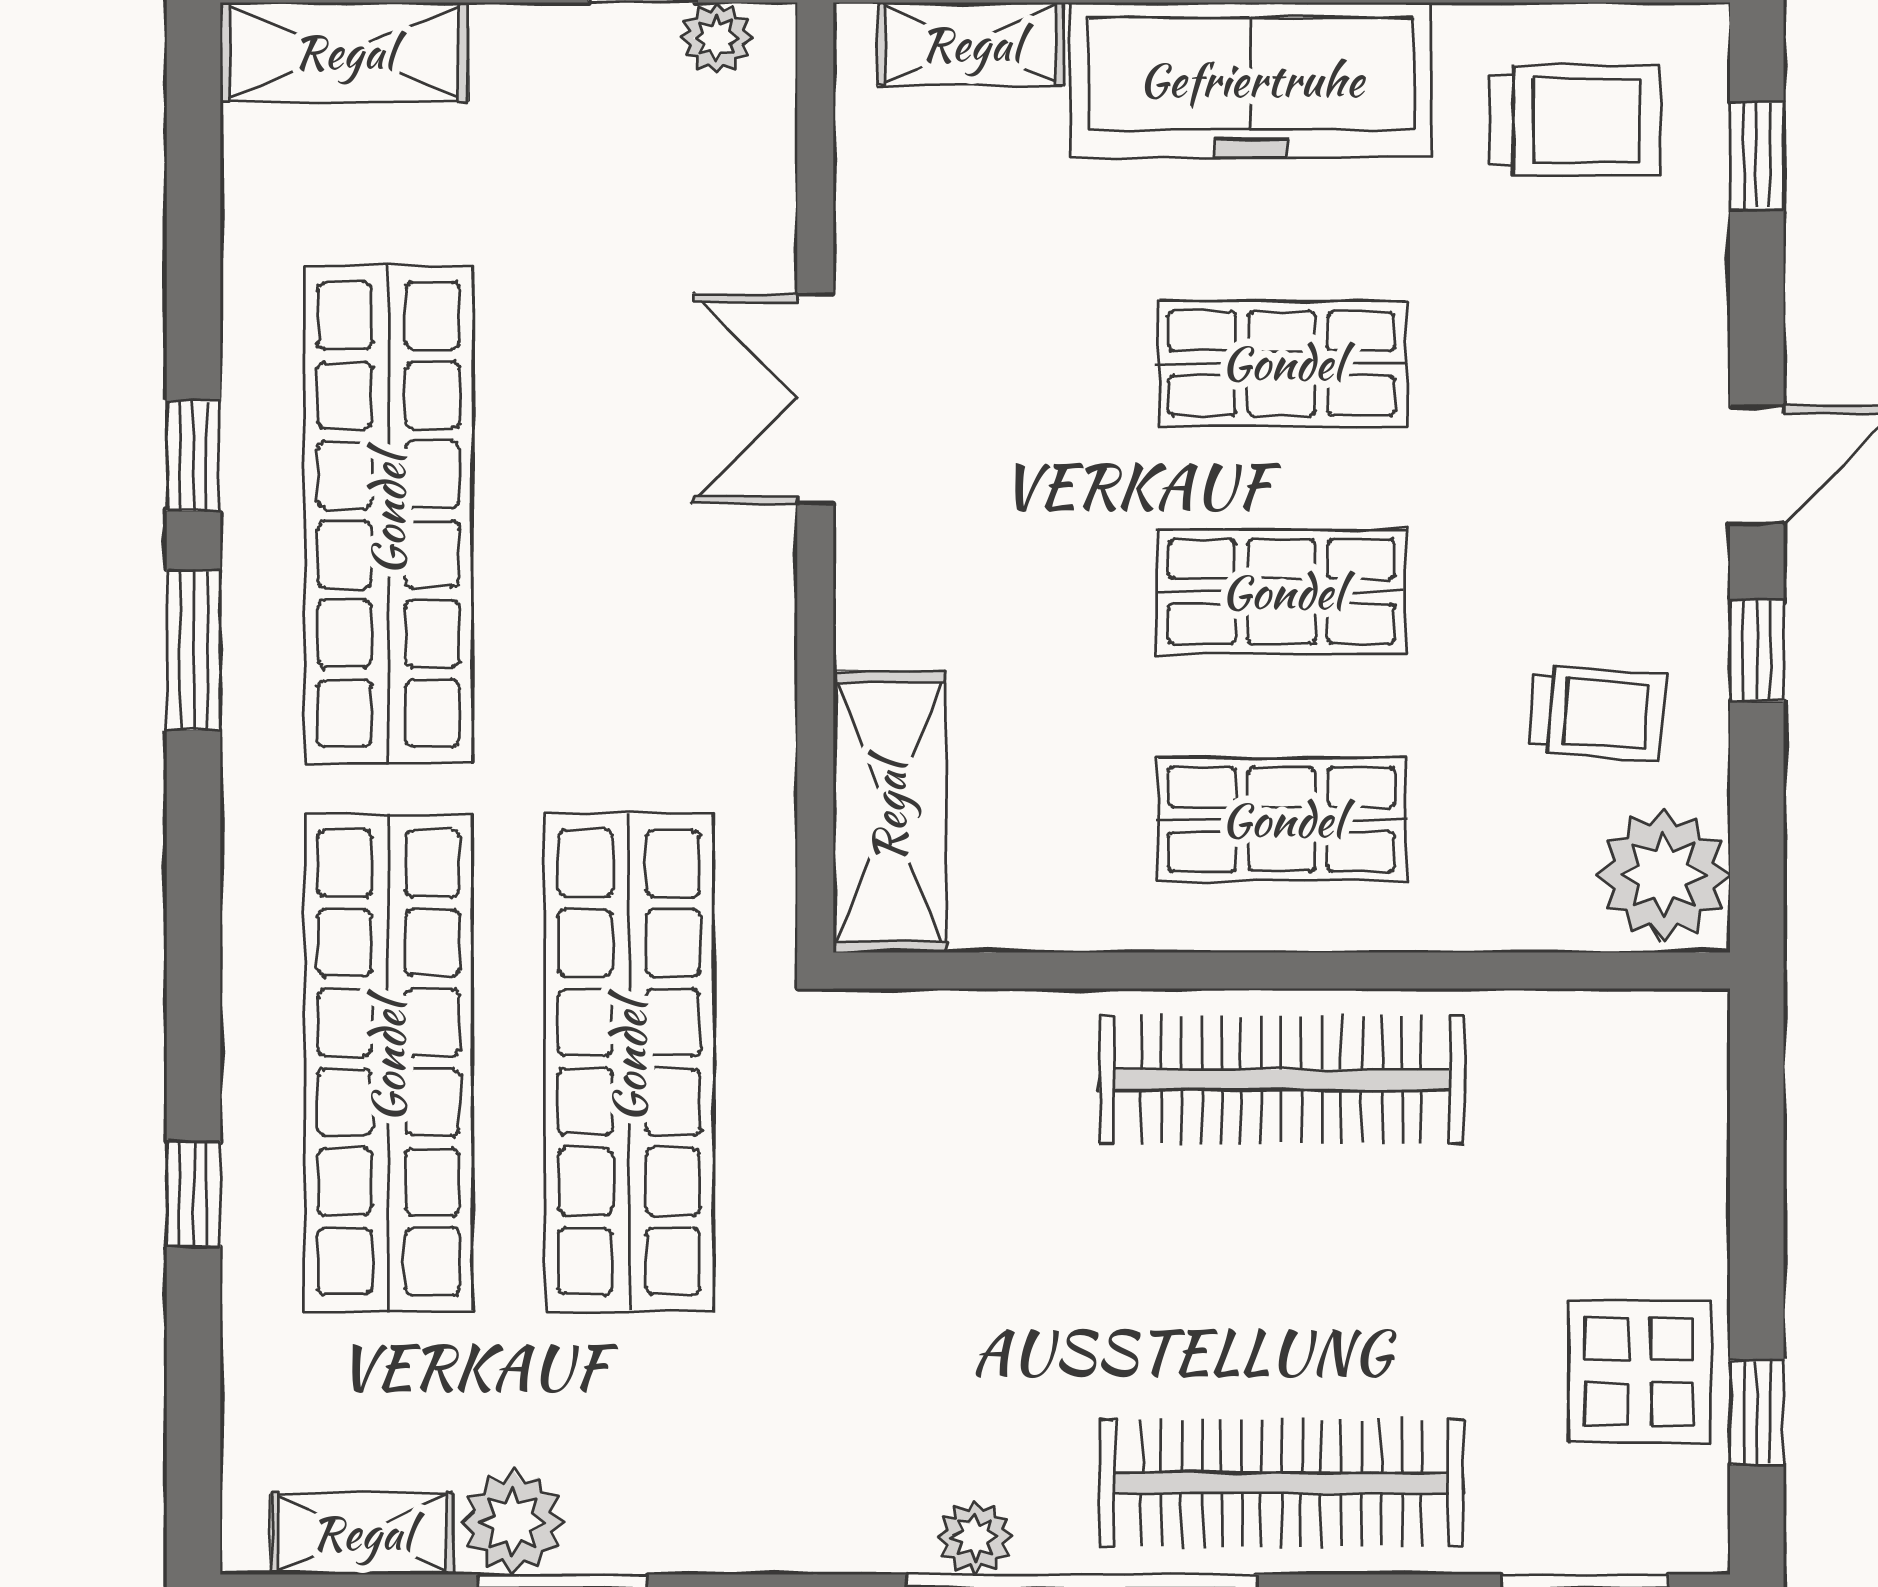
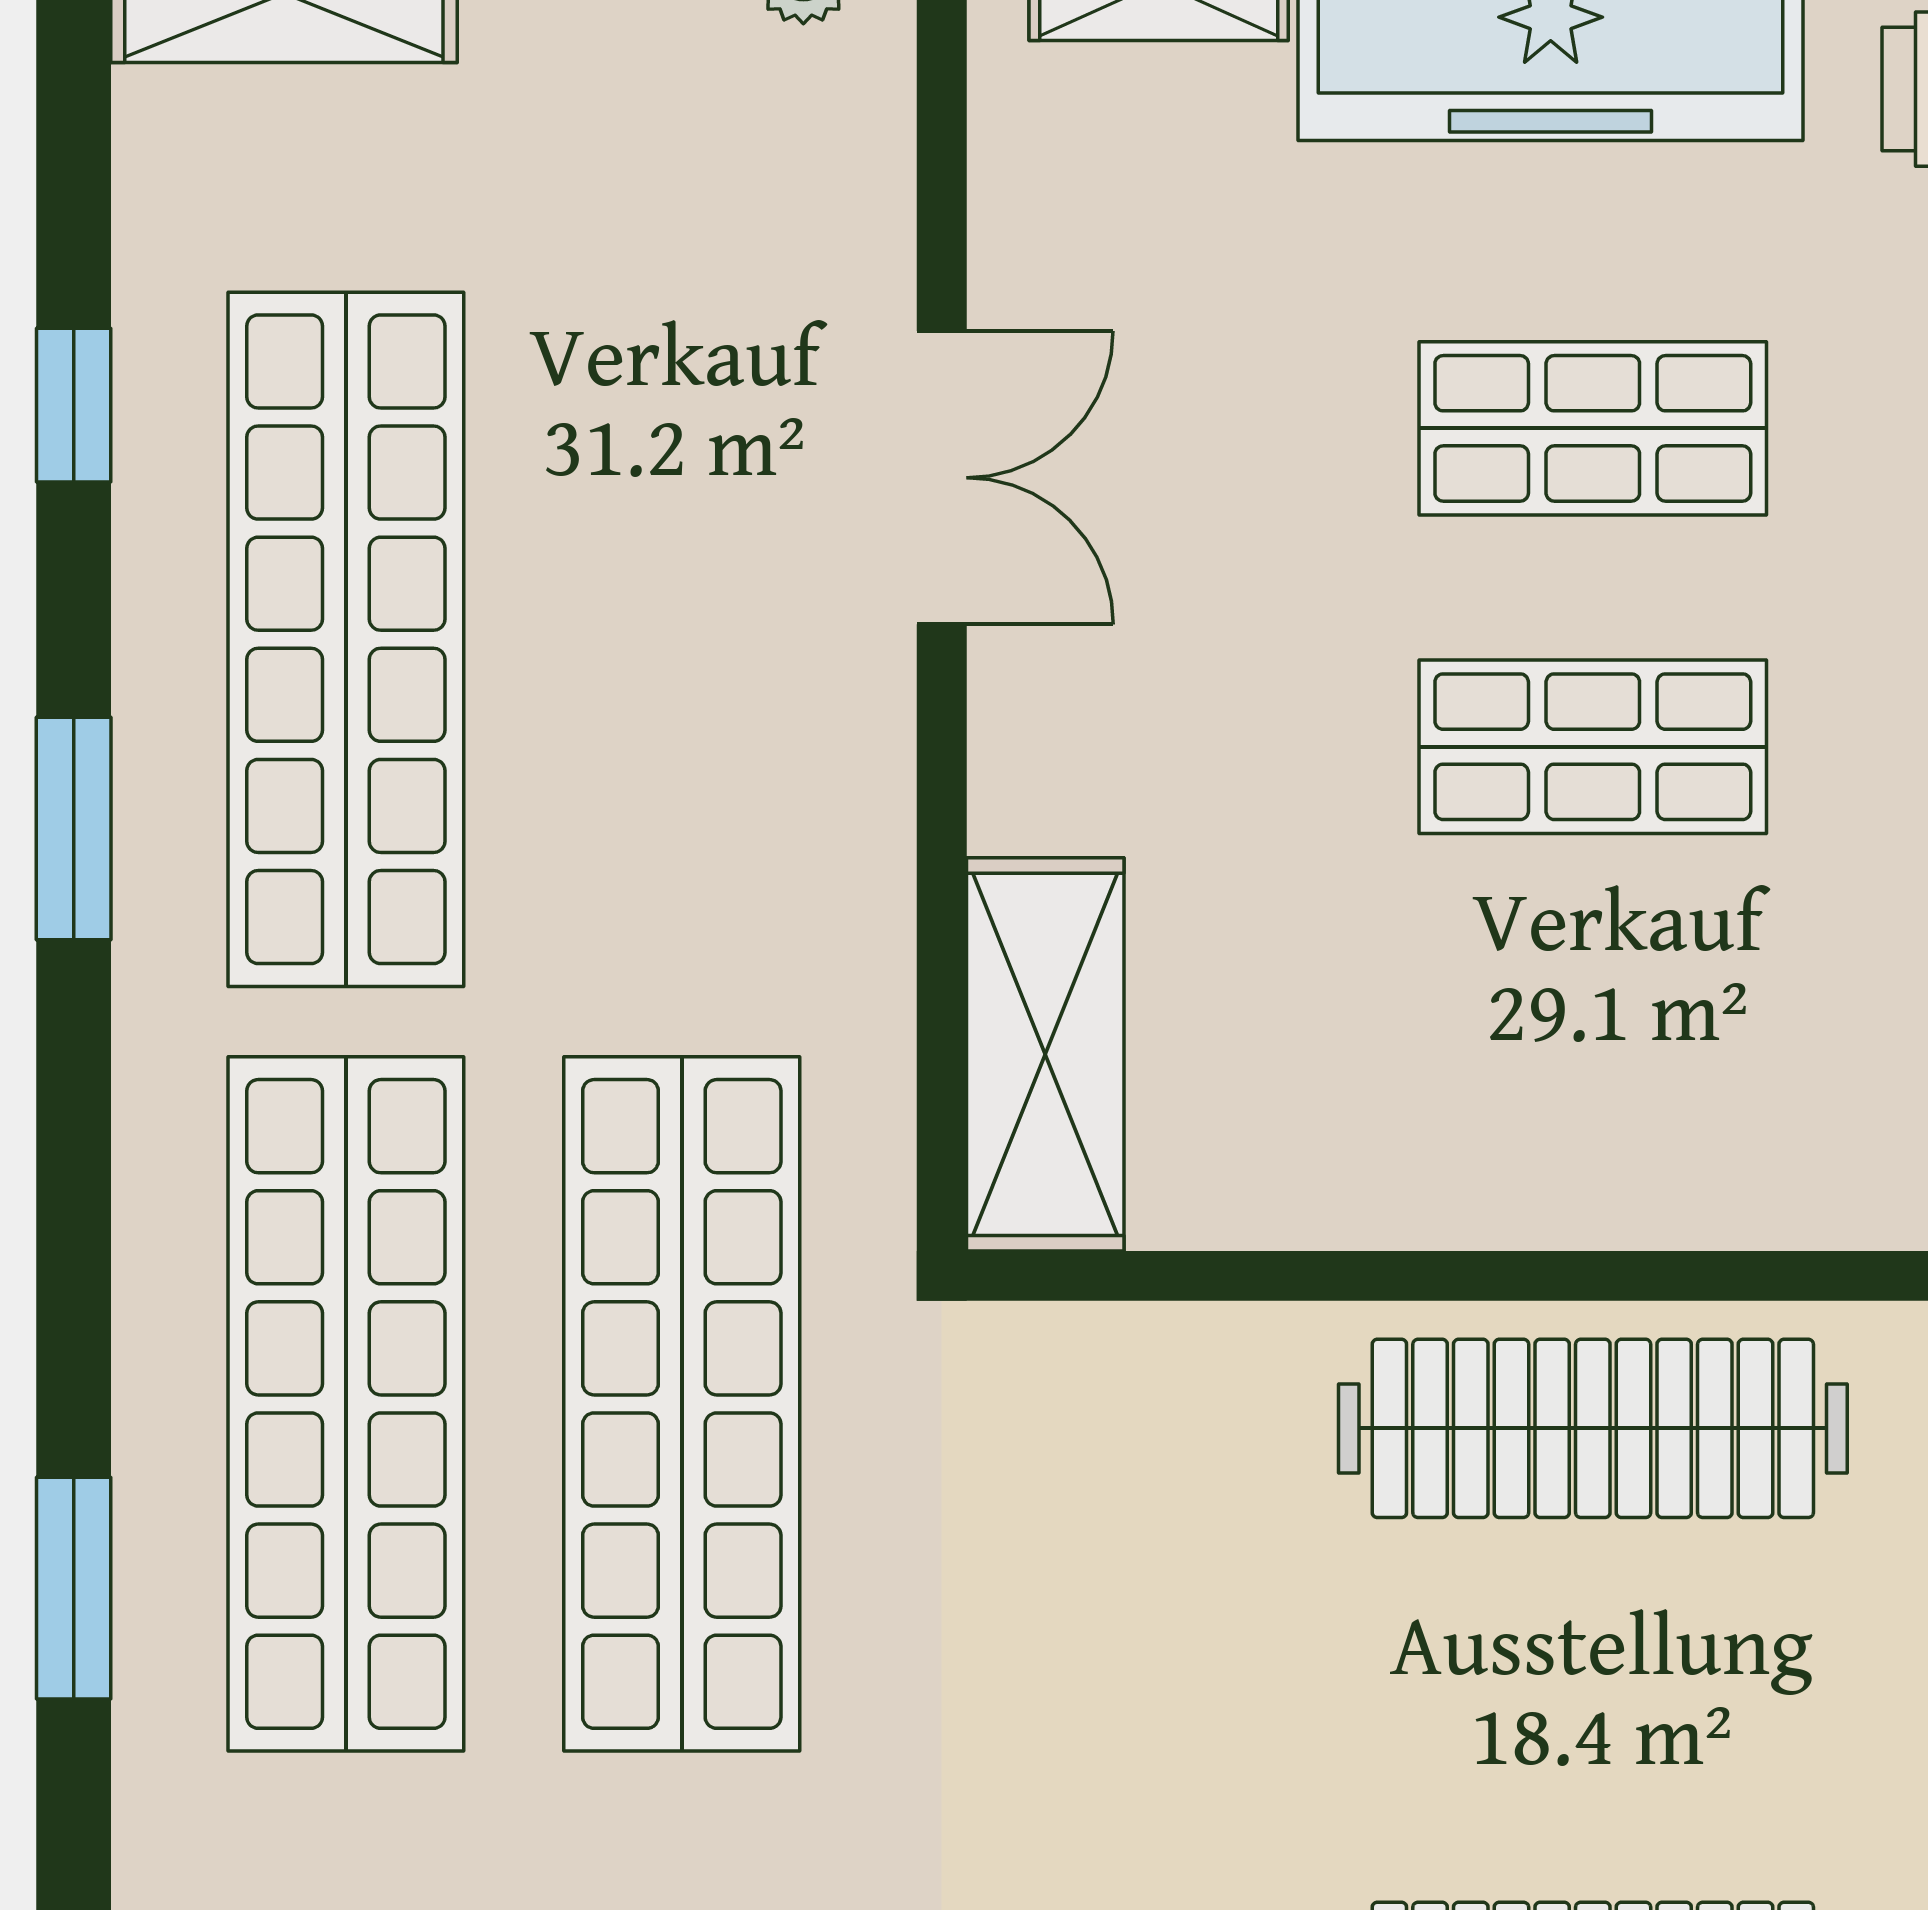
double door: (815, 399) -> (942, 478), swing flipped
window: (193, 456) -> (74, 405), moved
shop shelf: (1282, 820) -> (1593, 1065), removed
window: (193, 1194) -> (74, 1588), width x1.50

